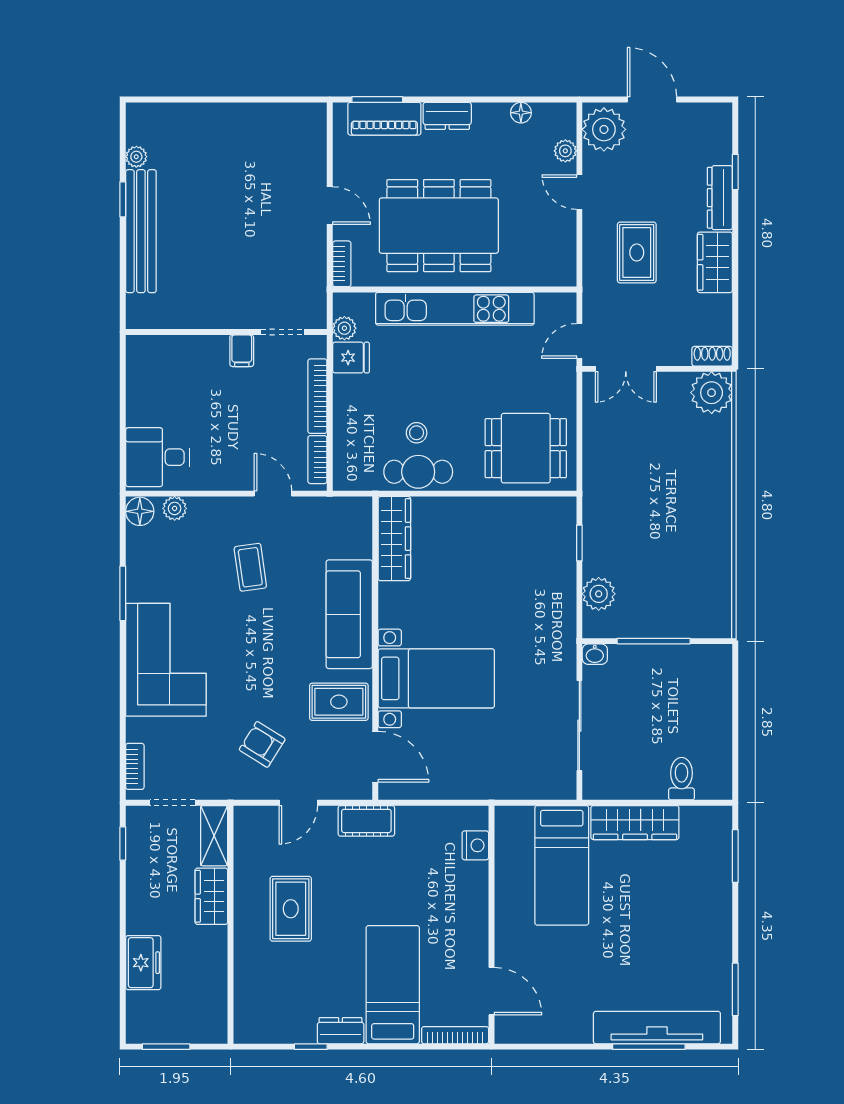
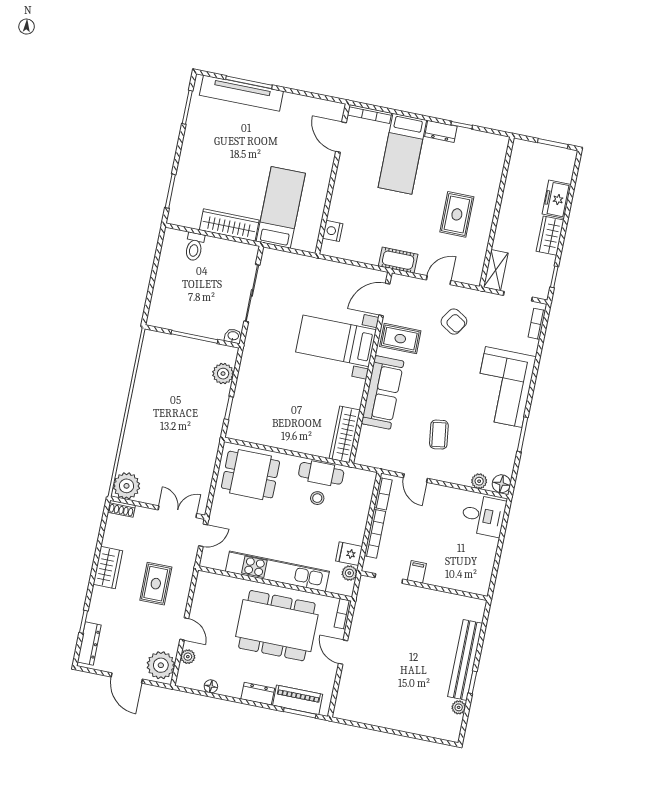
dresser: (720, 198) -> (89, 643), moved
door: (375, 757) -> (384, 299), hinge flipped
wardrobe: (211, 896) -> (550, 236), moved, turned 180

